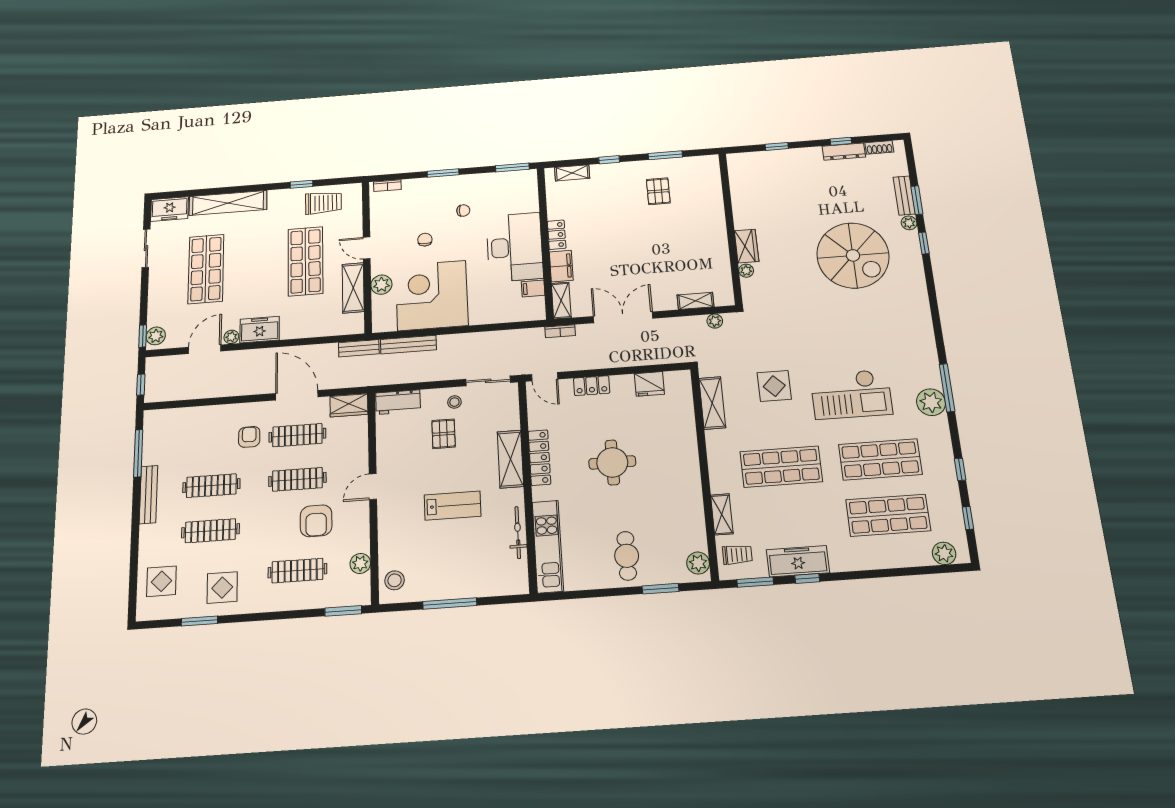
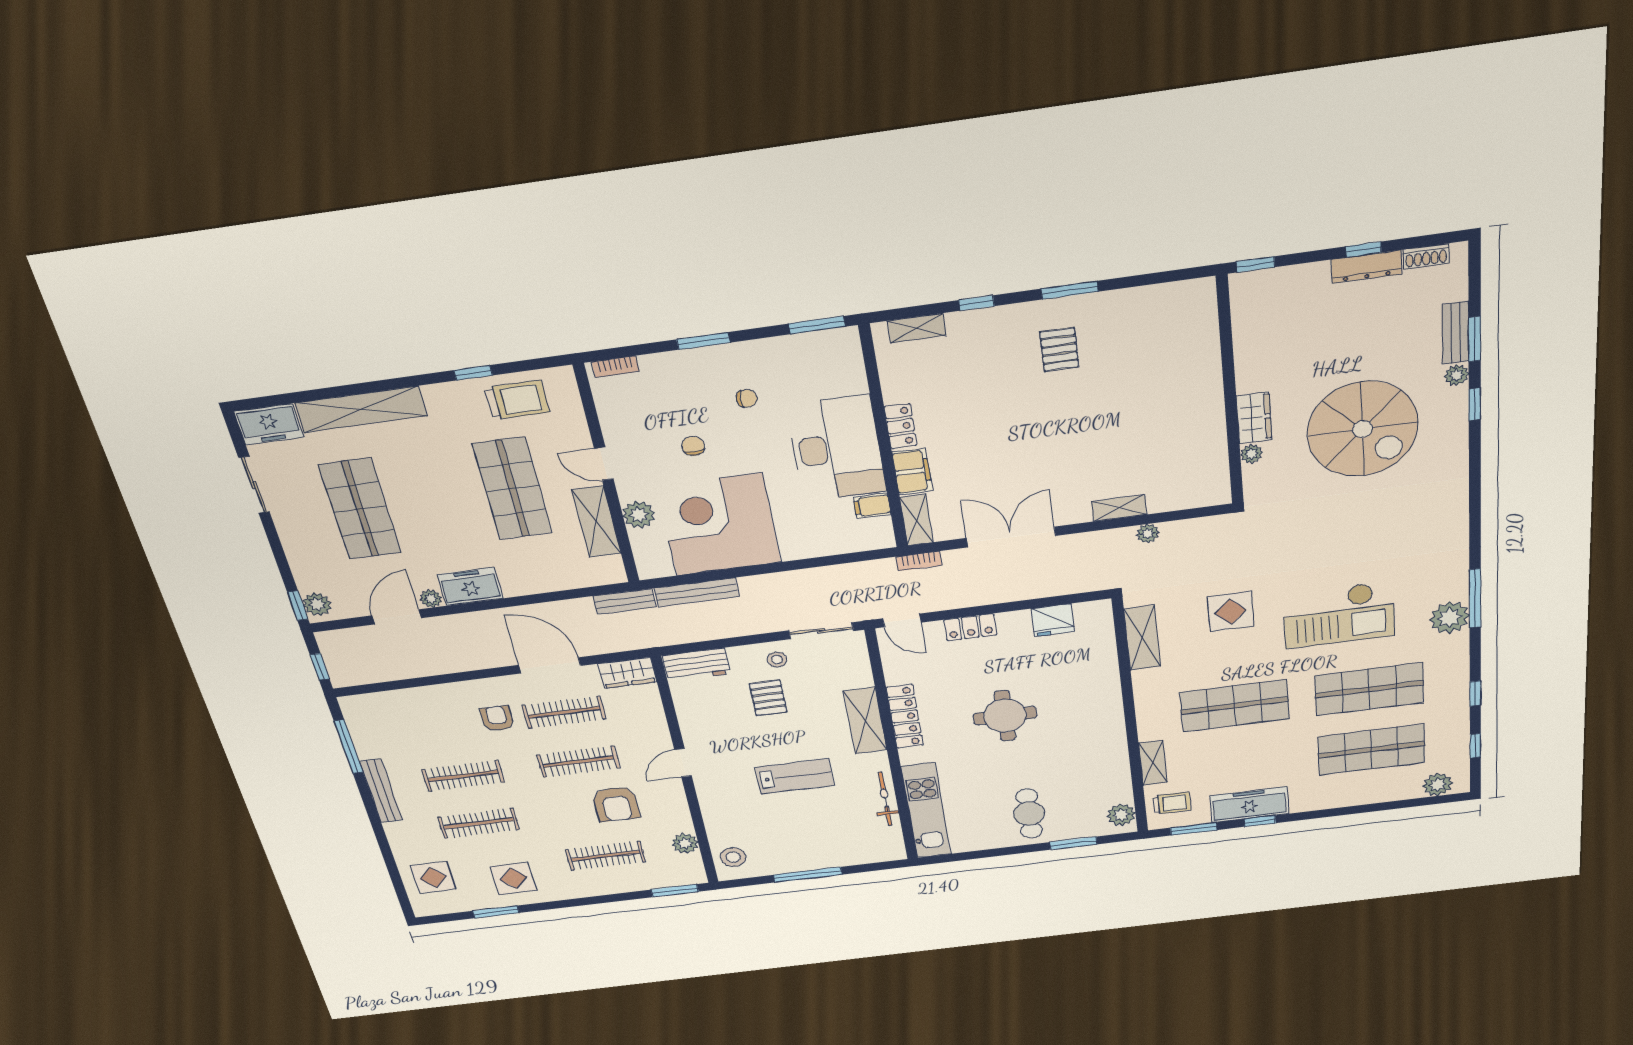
wall: (730, 228) -> (1230, 392), moved
wardrobe: (747, 246) -> (1254, 418), moved
plant: (746, 271) -> (1251, 454), moved

